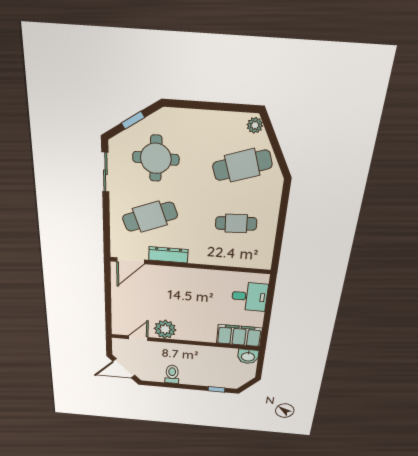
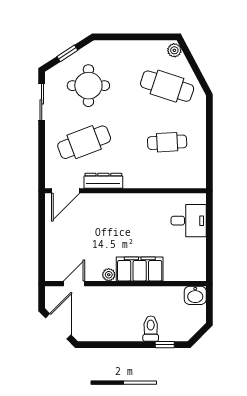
cafe table: (242, 165) -> (167, 86), turned 36
plant: (165, 329) -> (109, 275), width x0.53, depth x0.53
filing cabinet: (239, 335) -> (140, 269), moved
door: (124, 368) -> (58, 326), swing flipped
toilet: (172, 374) -> (151, 329), moved

